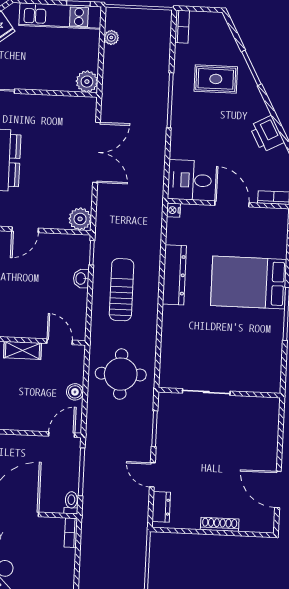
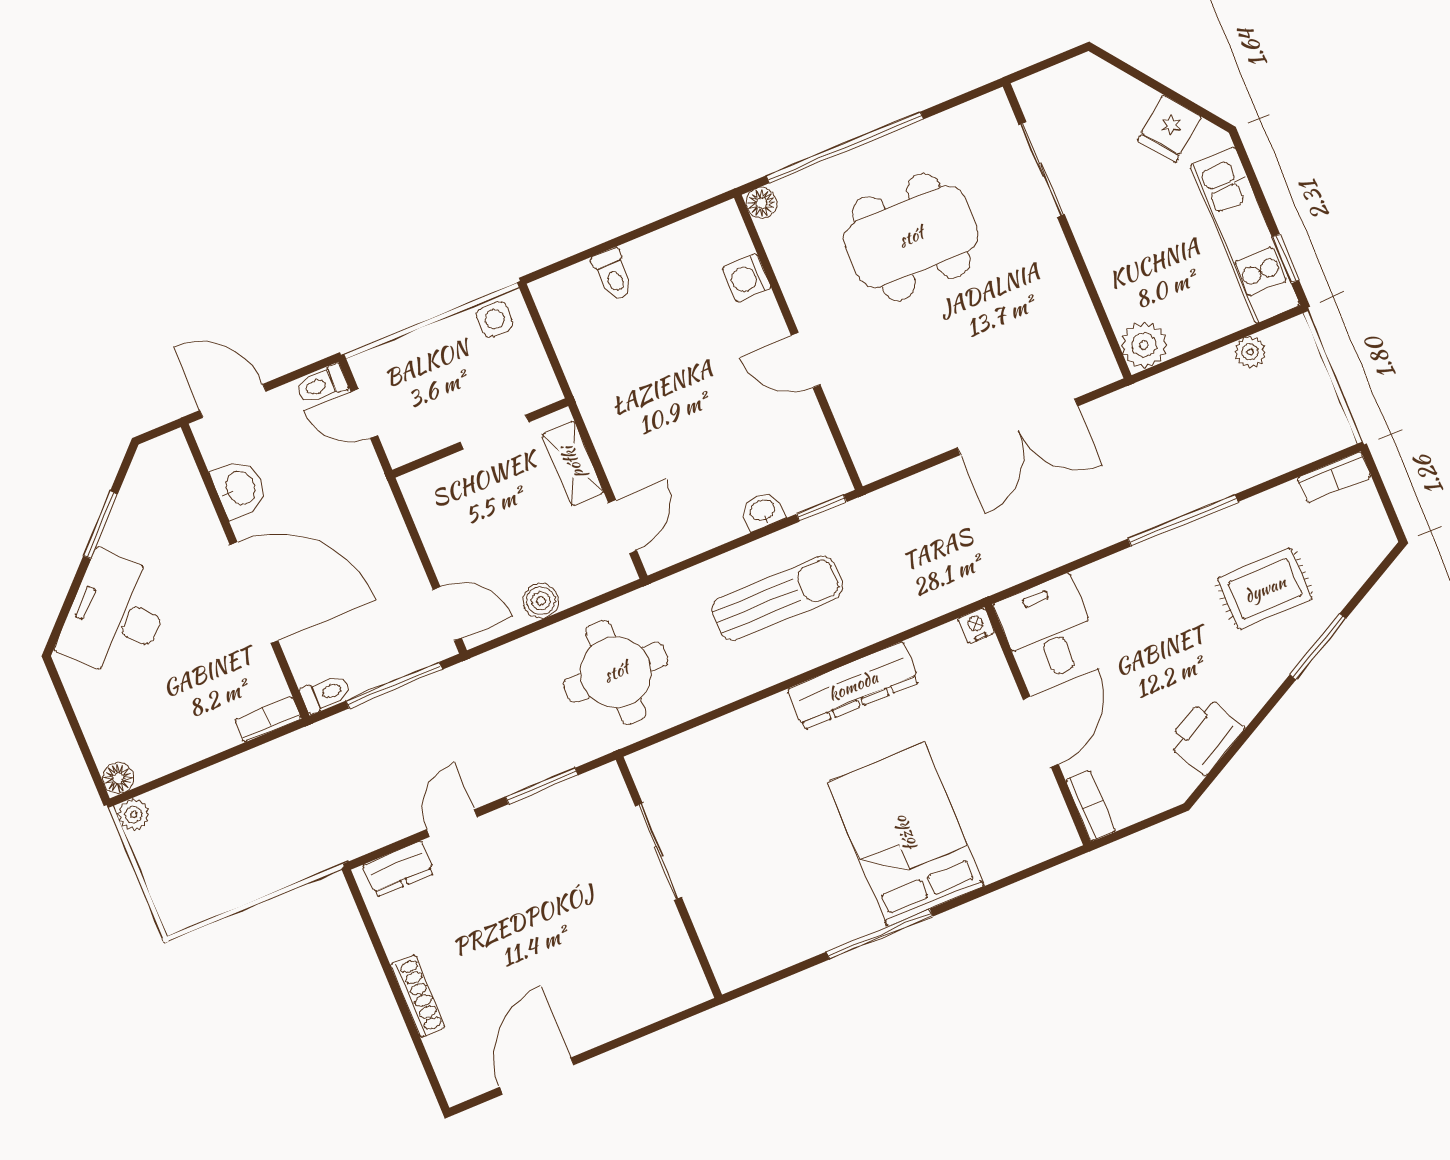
rug: (216, 79) -> (1265, 589), turned 90
plant: (80, 219) -> (876, 455), removed

